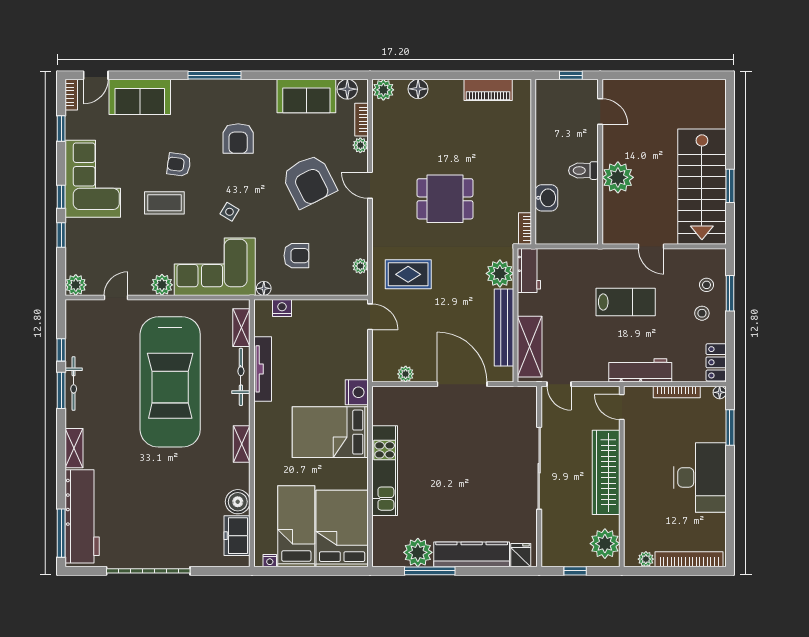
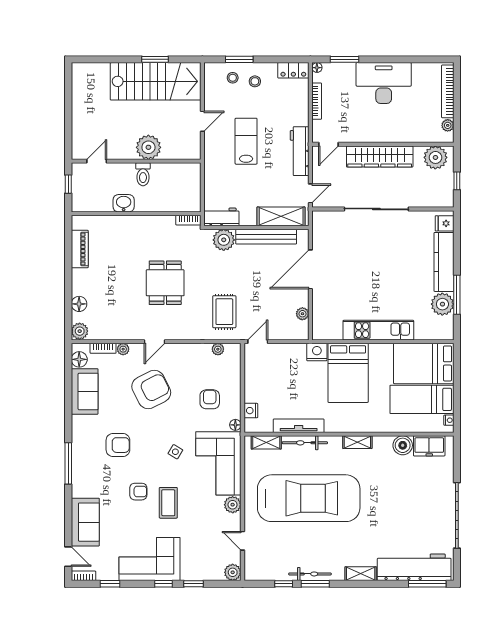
armchair: (179, 165) -> (138, 492), turned -98
washbasin: (546, 198) -> (124, 203), moved
workbench: (640, 370) -> (300, 151), moved

